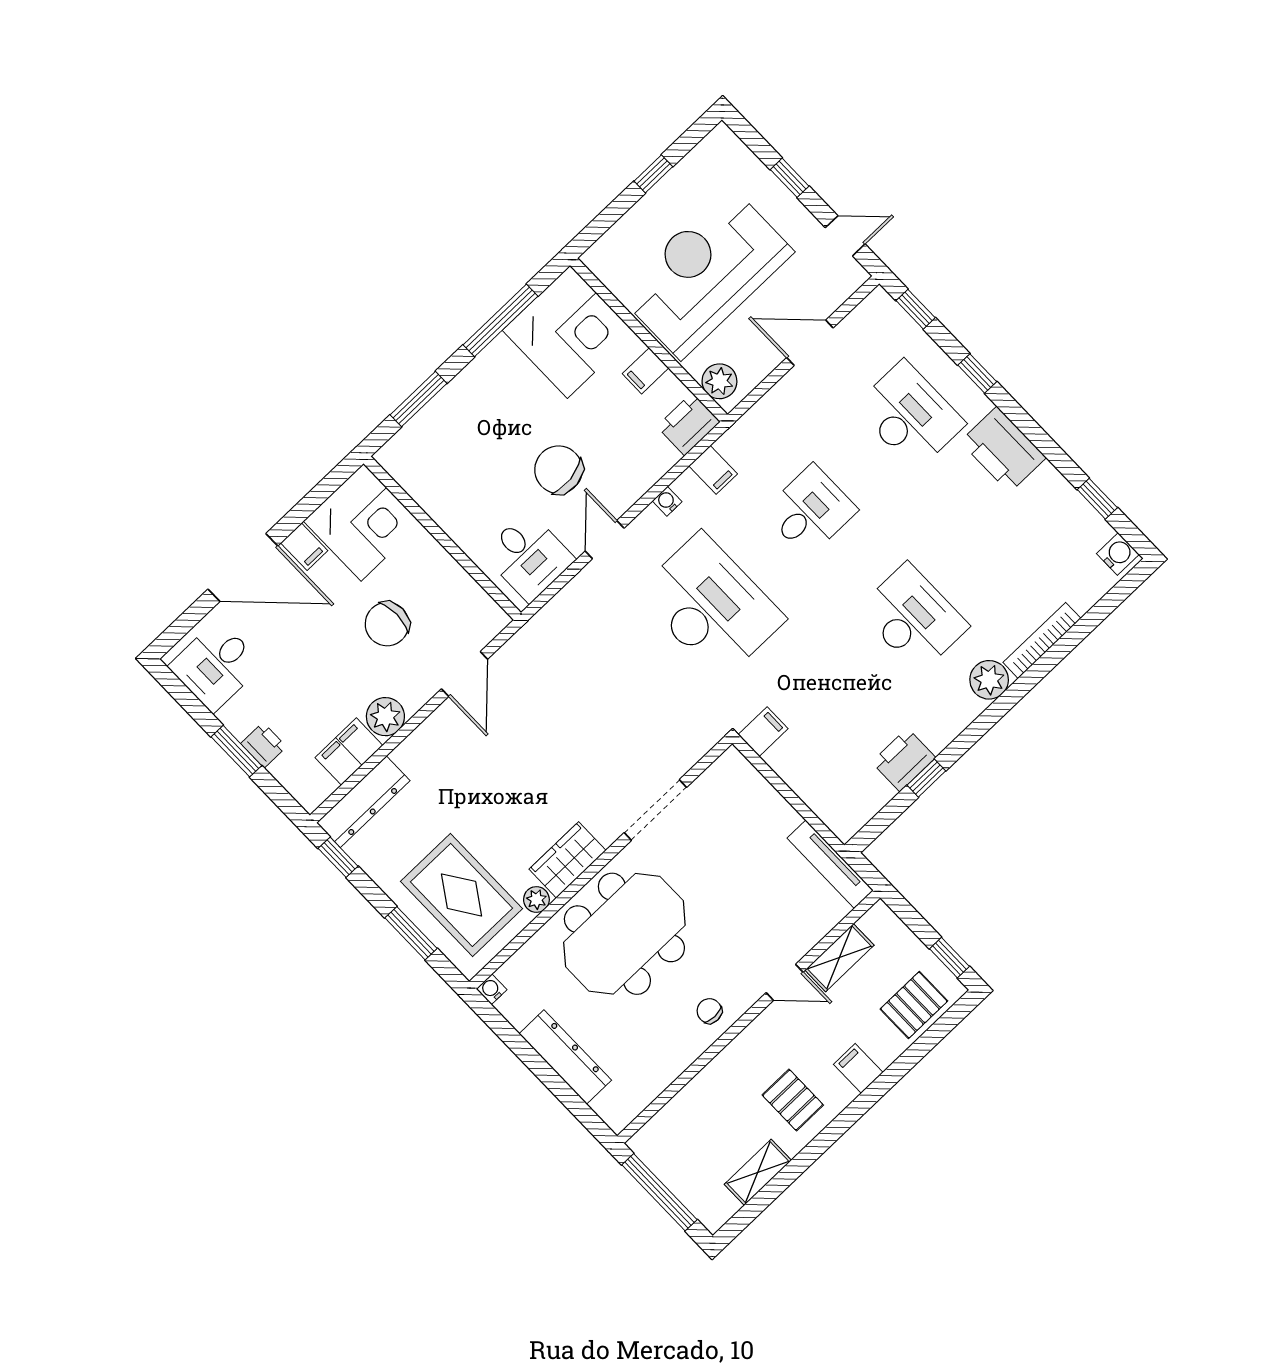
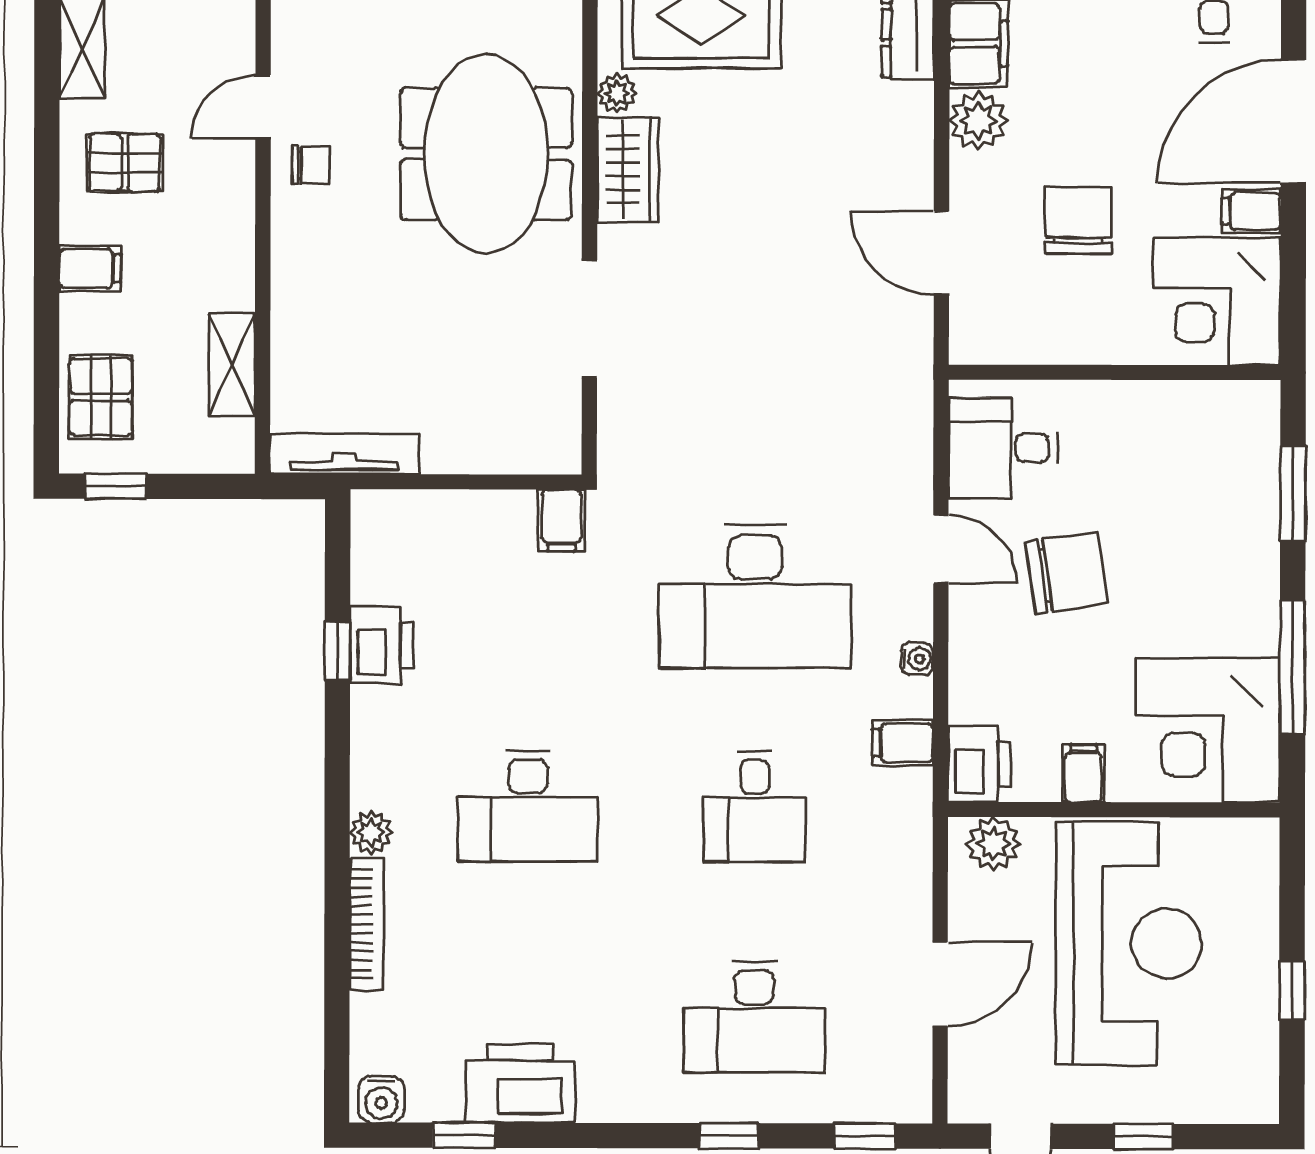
printer: (1003, 450) -> (520, 1083), moved
plant: (989, 680) -> (371, 832), width x0.73, depth x0.73
door: (785, 982) -> (263, 107), moved

